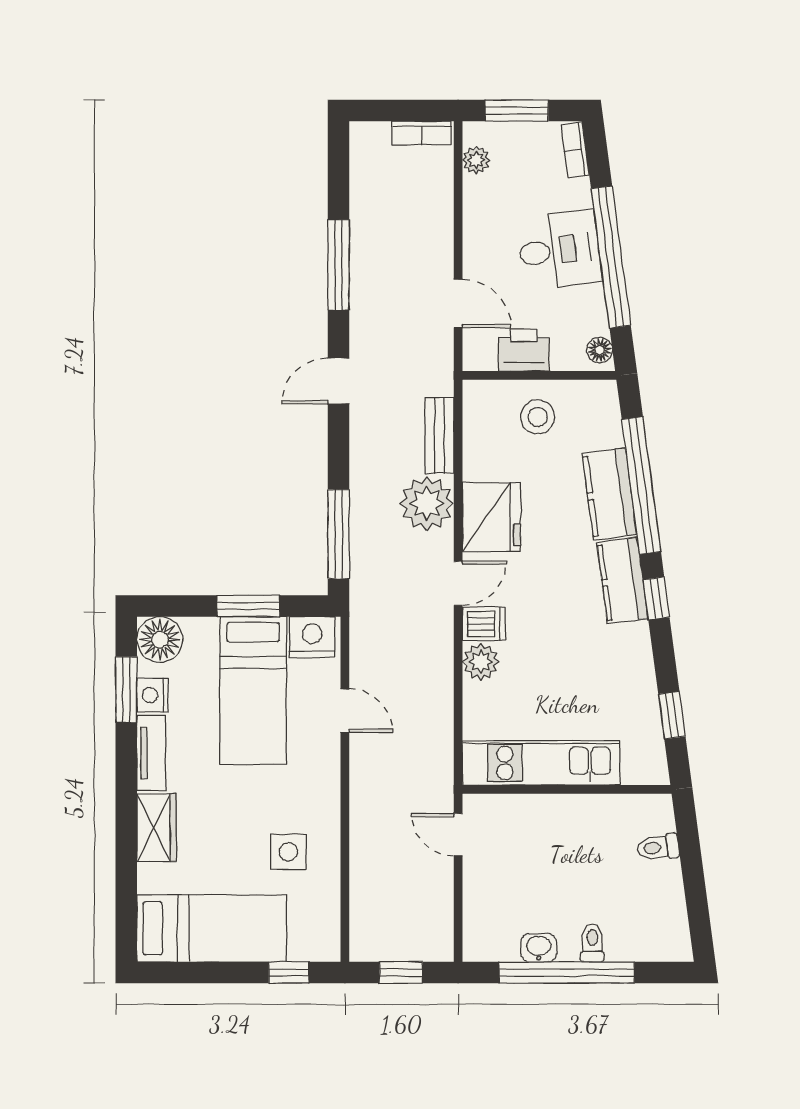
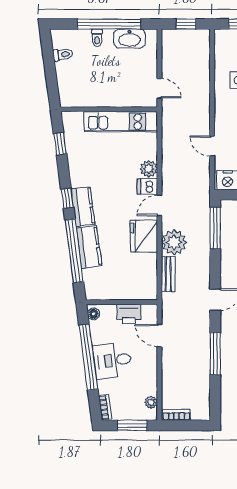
stool: (538, 417) -> (122, 283), removed
toilet: (658, 847) -> (63, 54), moved
washbasin: (539, 948) -> (130, 39), width x1.91, depth x1.45

